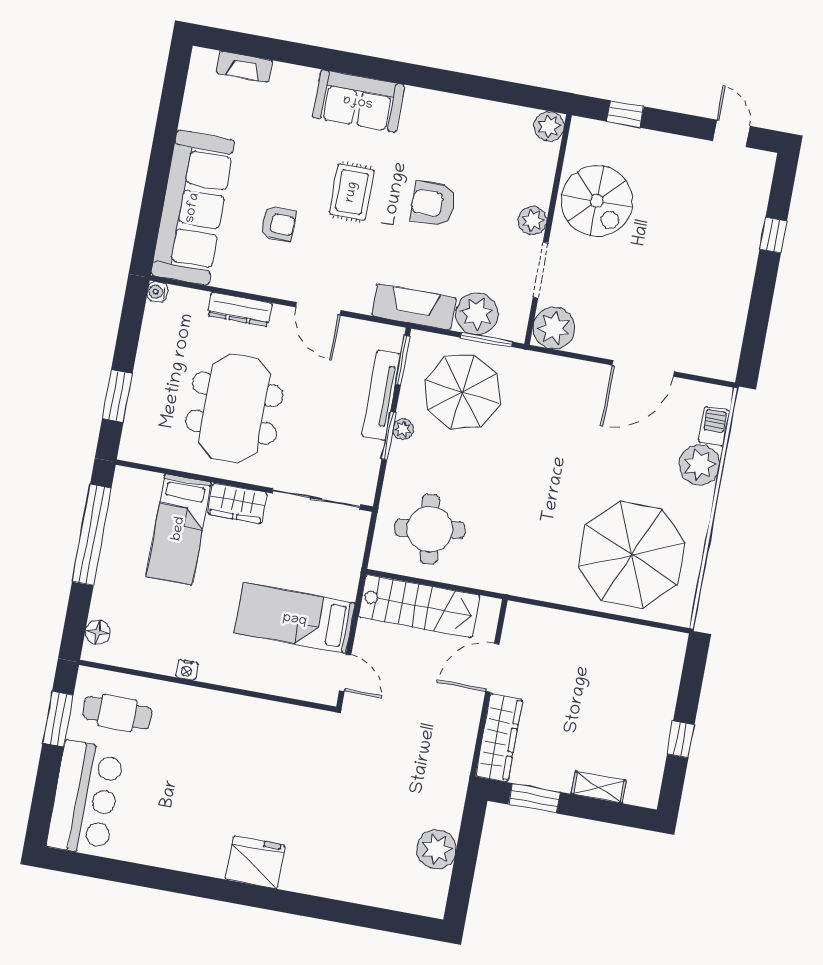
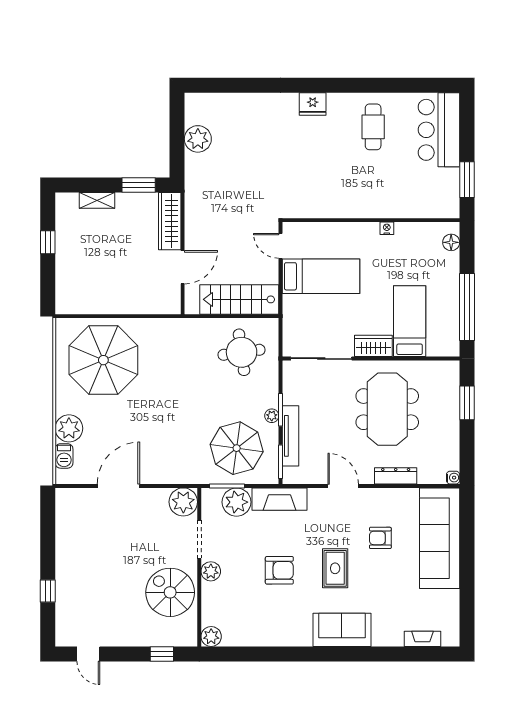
cafe table: (117, 713) -> (373, 127), moved, turned 90
fridge: (255, 862) -> (313, 104), width x0.73, depth x0.75

